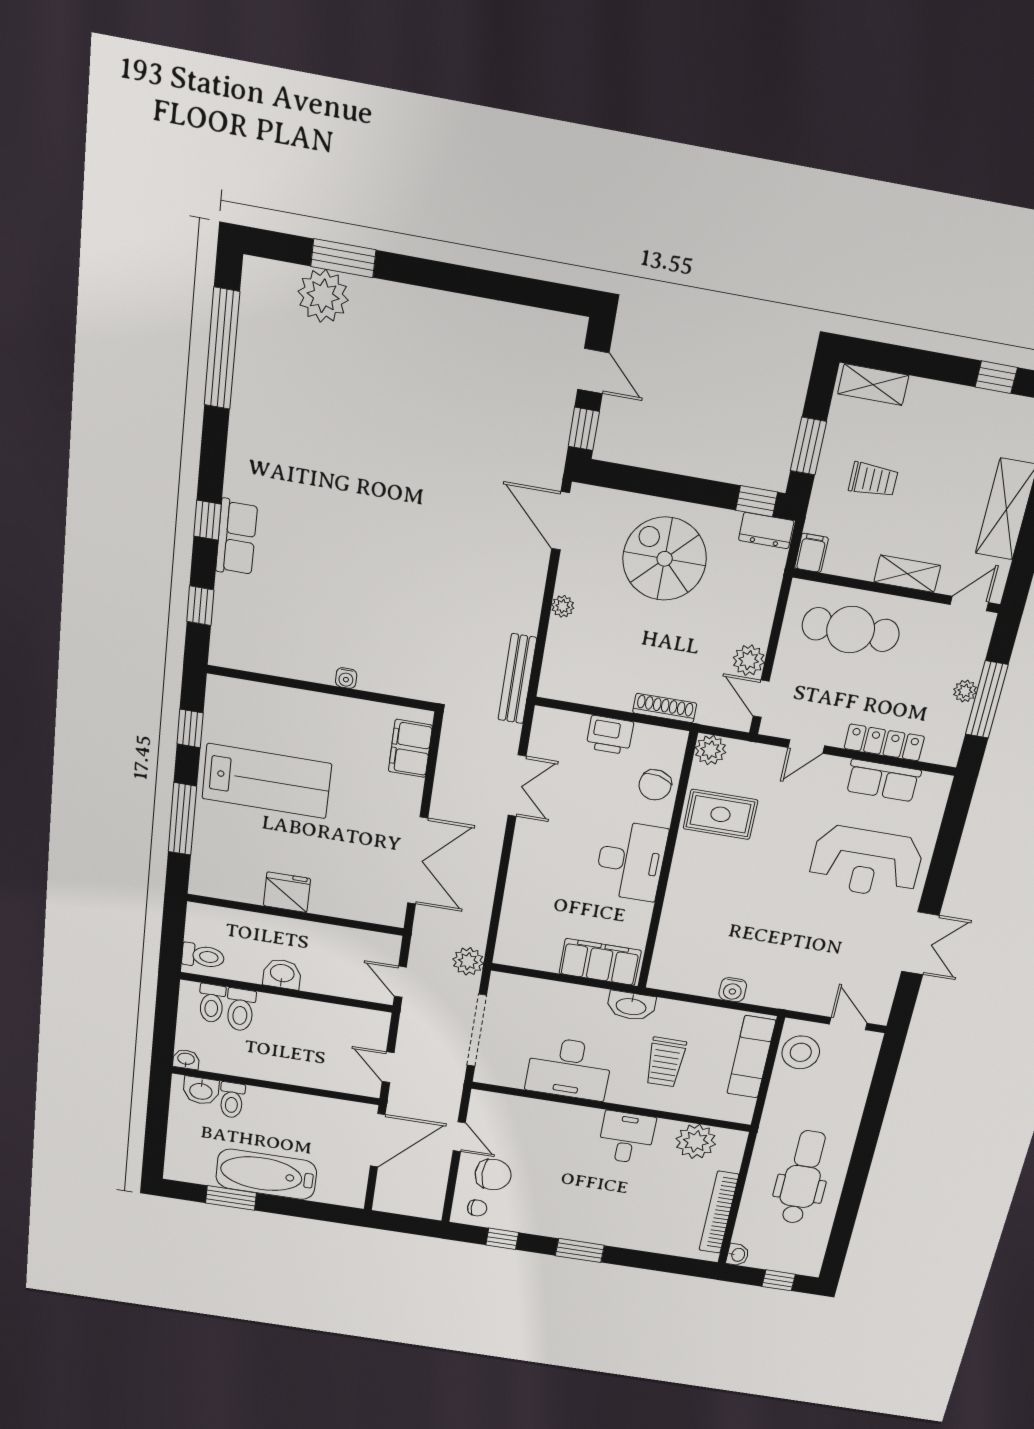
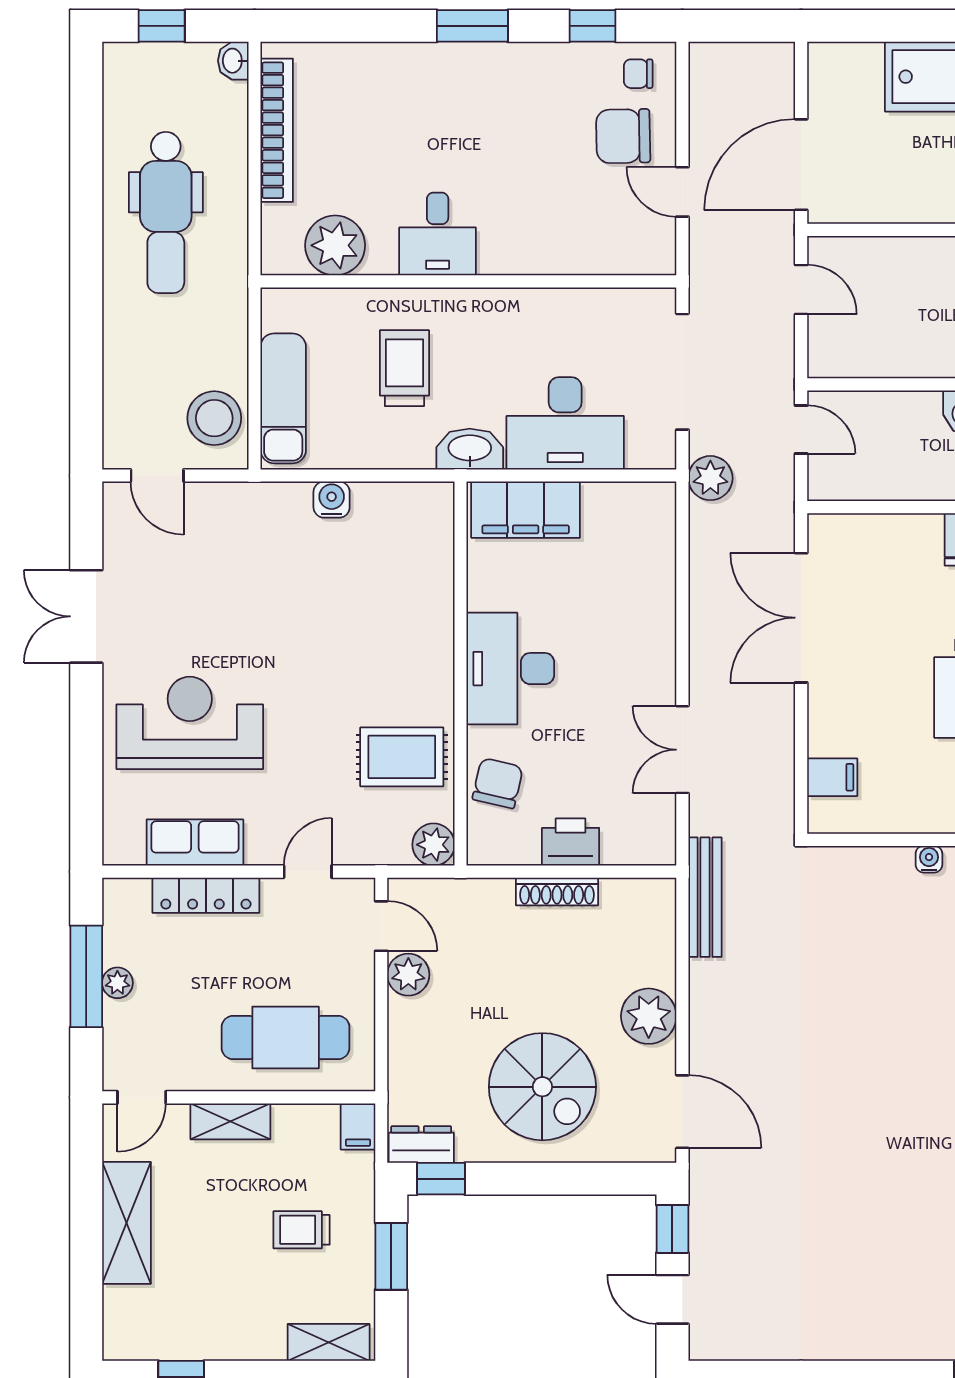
plant: (563, 606) -> (649, 1016), width x1.88, depth x1.88
shoe rack: (665, 708) -> (557, 892), moved
filing cabinet: (410, 748) -> (832, 777), width x0.50
desk: (569, 1068) -> (565, 423), moved, turned 180

